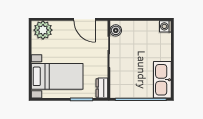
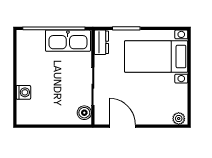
washing machine: (165, 26) -> (23, 92), moved
plant: (43, 30) -> (179, 119), width x0.53, depth x0.53
kitchen sink: (162, 80) -> (68, 41), moved, turned 90

